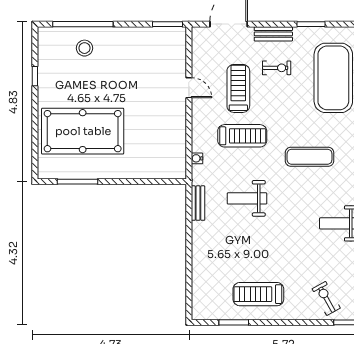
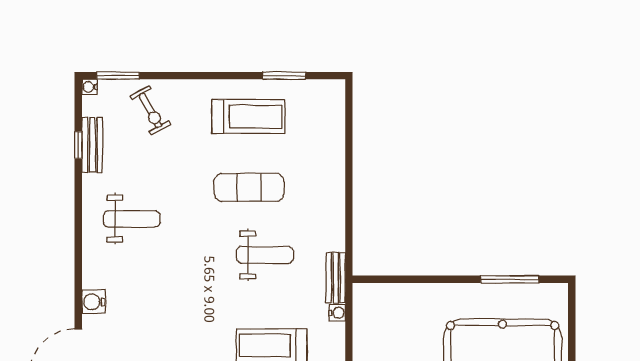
exercise mat: (310, 157) -> (249, 187), moved
bench: (198, 203) -> (336, 278), moved

